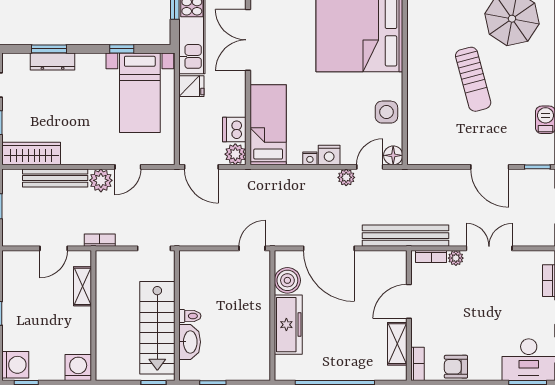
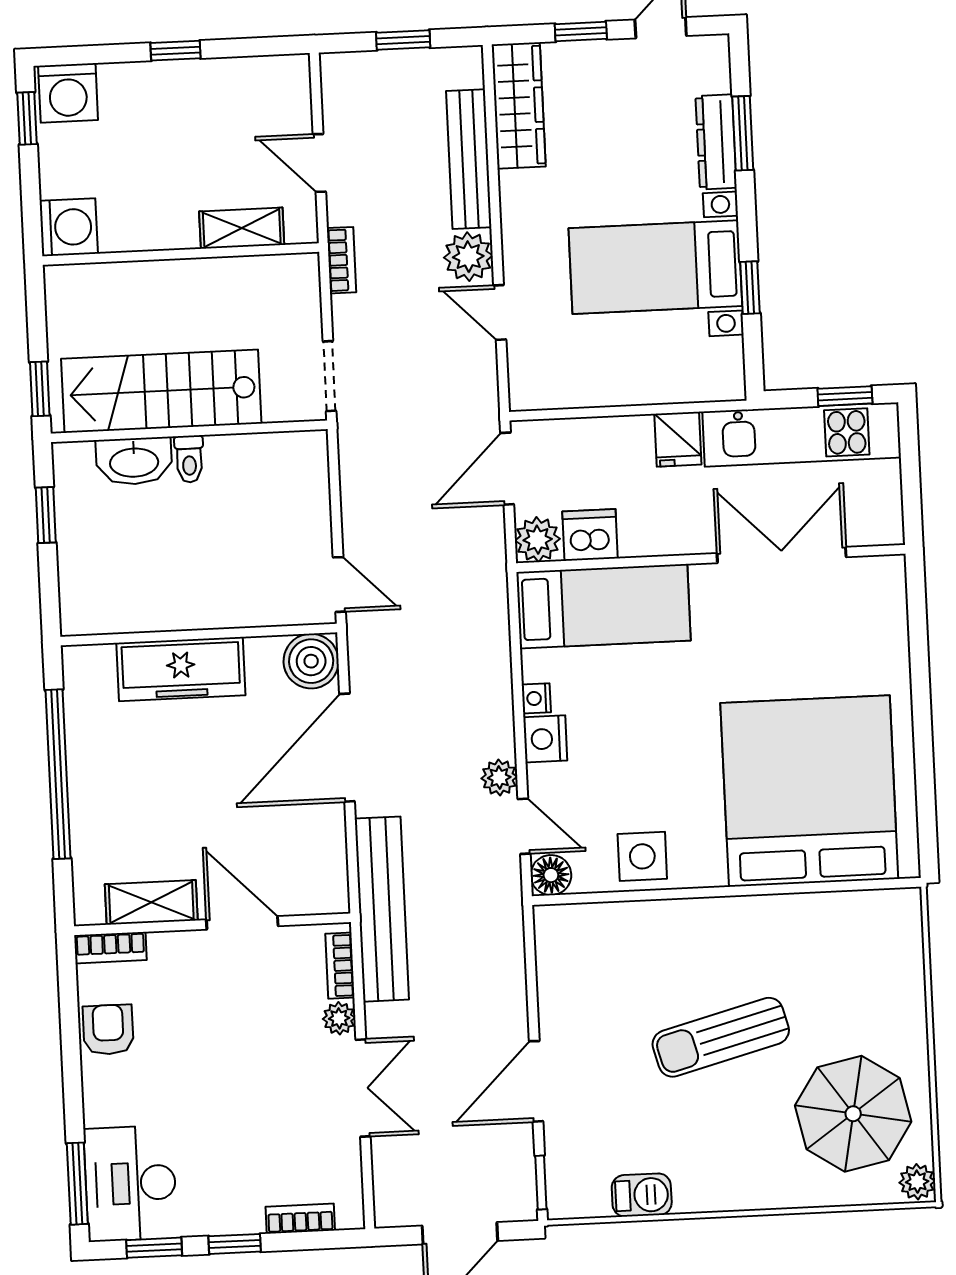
bed with nightstands: (140, 93) -> (655, 267), moved
boiler: (287, 280) -> (311, 661), moved

